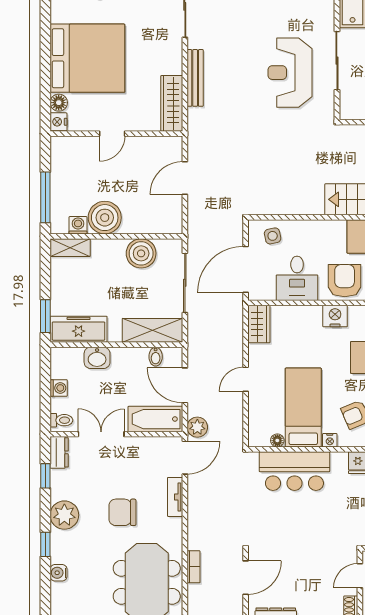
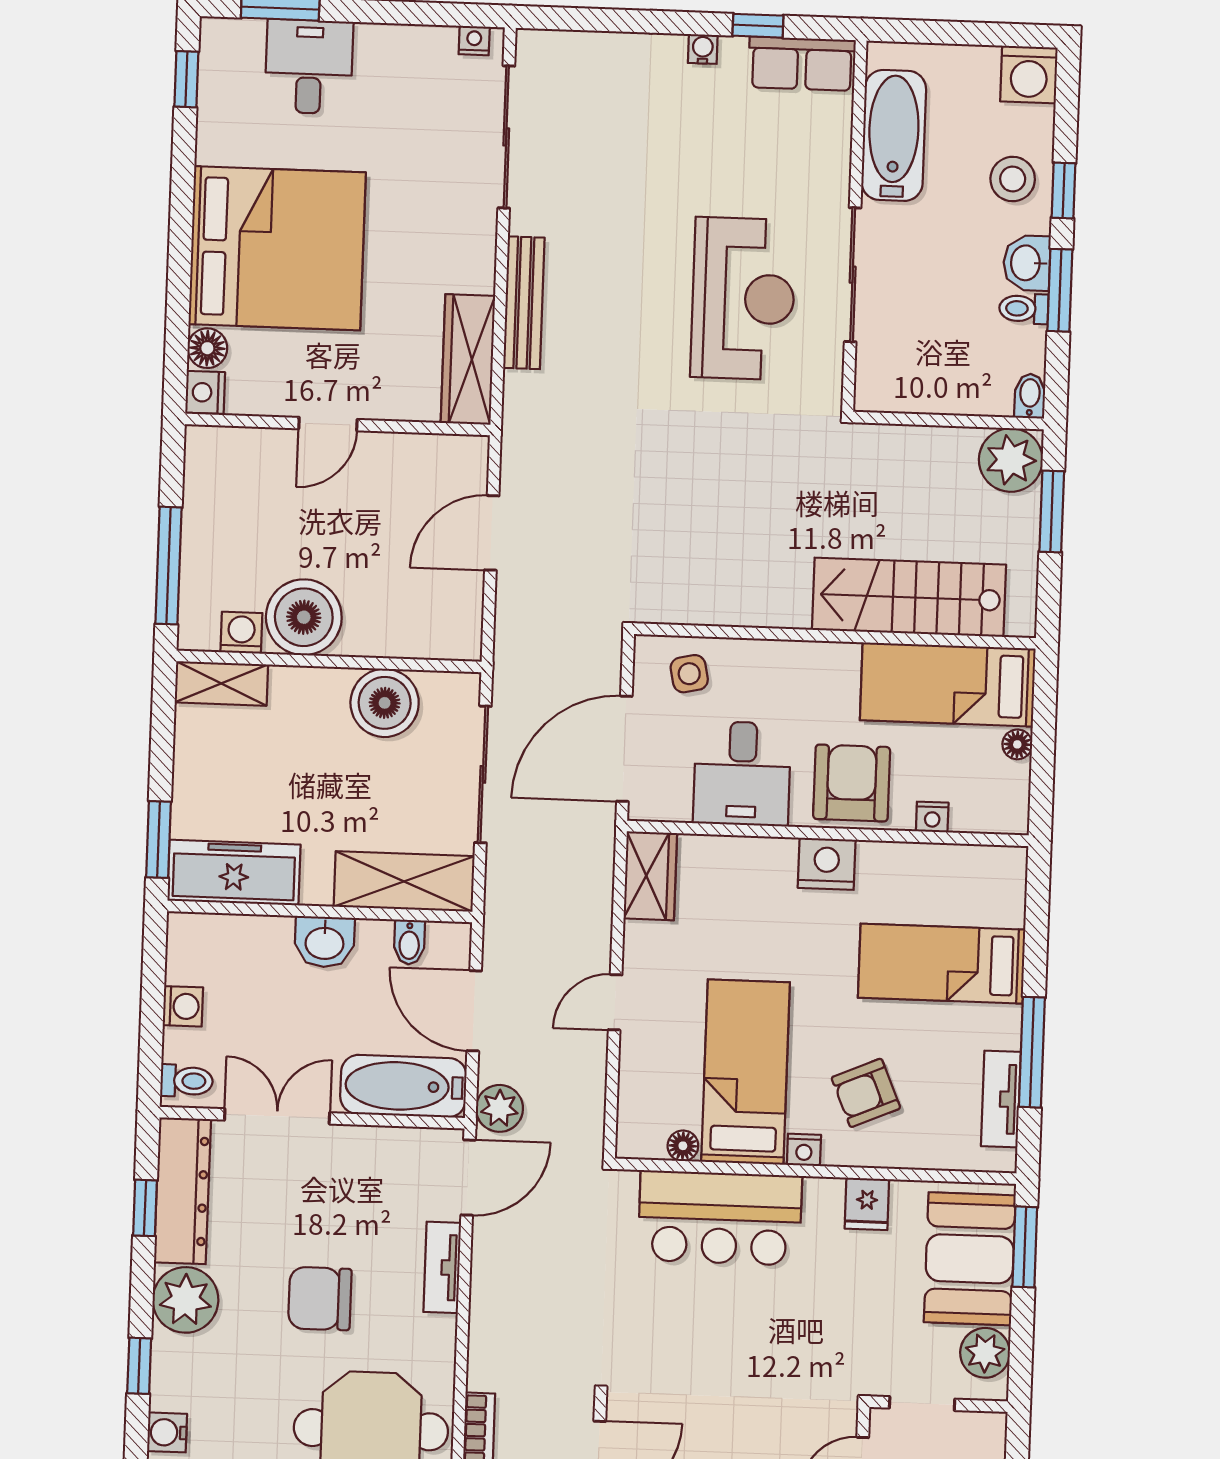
reception desk: (290, 73) -> (743, 299), turned 180
washbasin: (97, 358) -> (325, 942), moved
dresser: (59, 452) -> (183, 1191), width x1.96, depth x1.24

